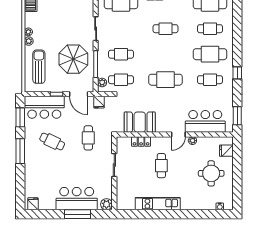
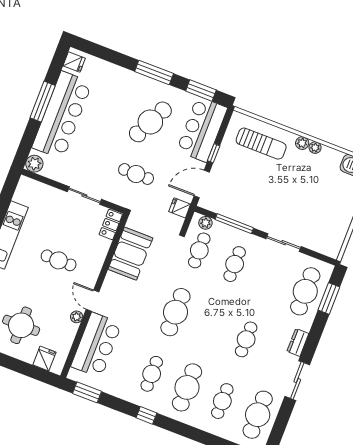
parasol: (73, 59) -> (253, 195), removed
cafe table: (52, 141) -> (150, 122), width x1.37, depth x1.35
locker: (141, 142) -> (111, 225), moved
bar counter: (77, 199) -> (62, 115), width x1.36
window: (77, 214) -> (43, 102), moved

